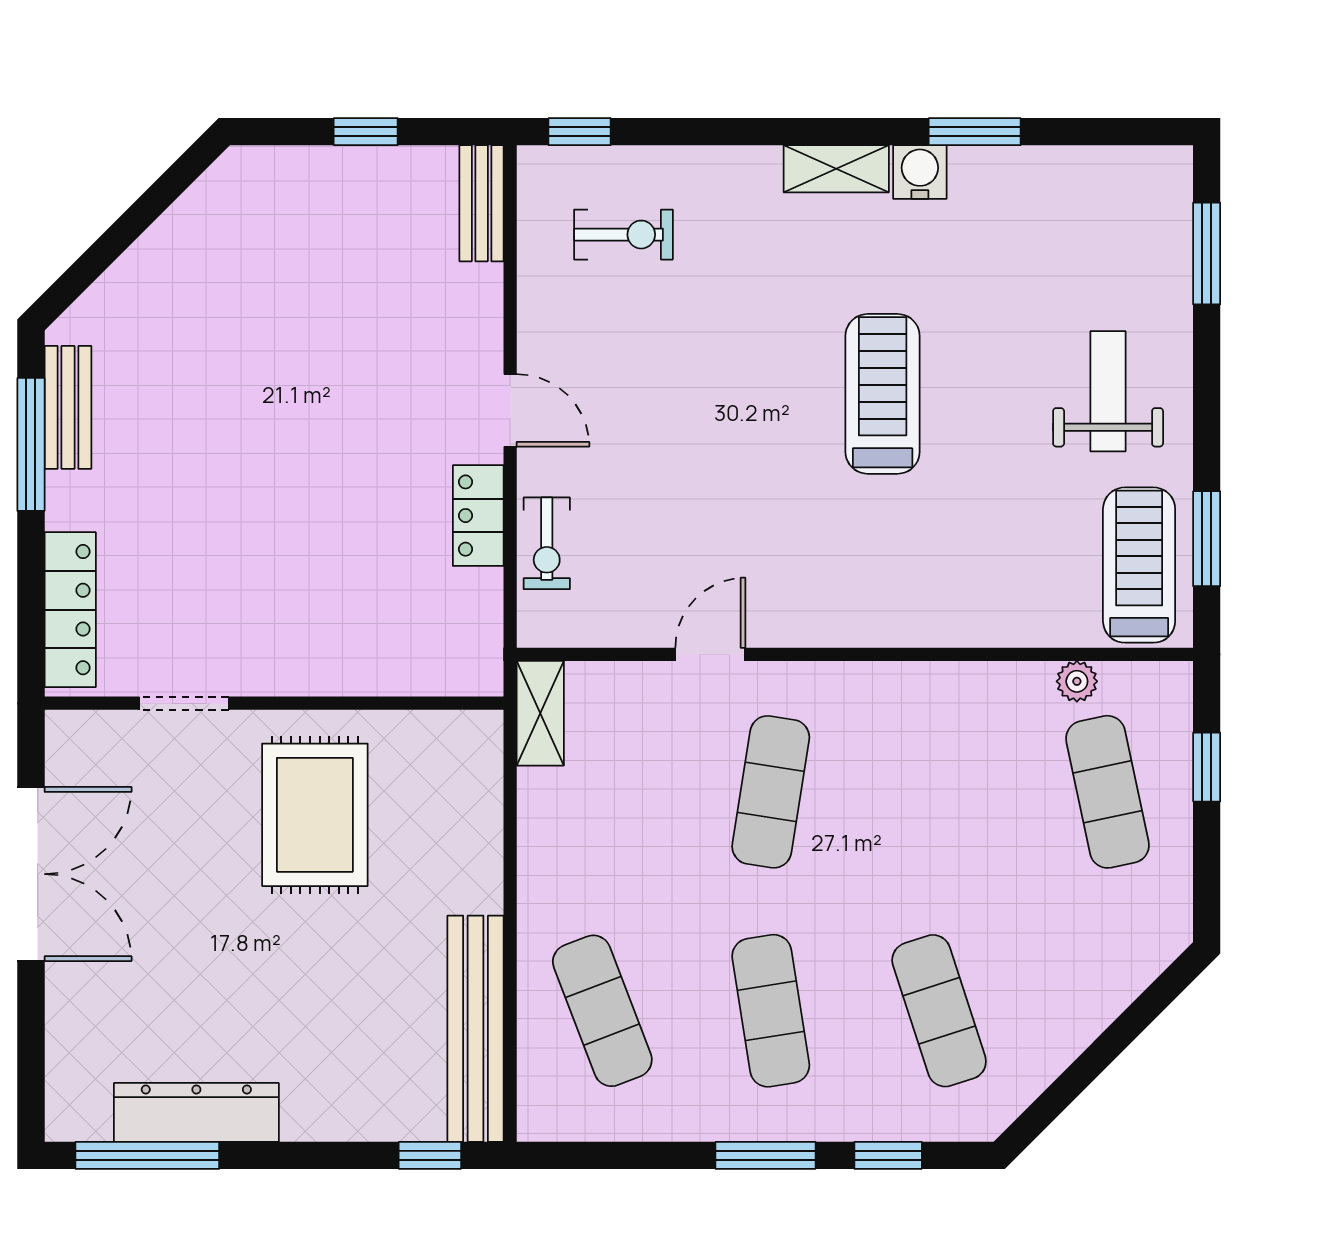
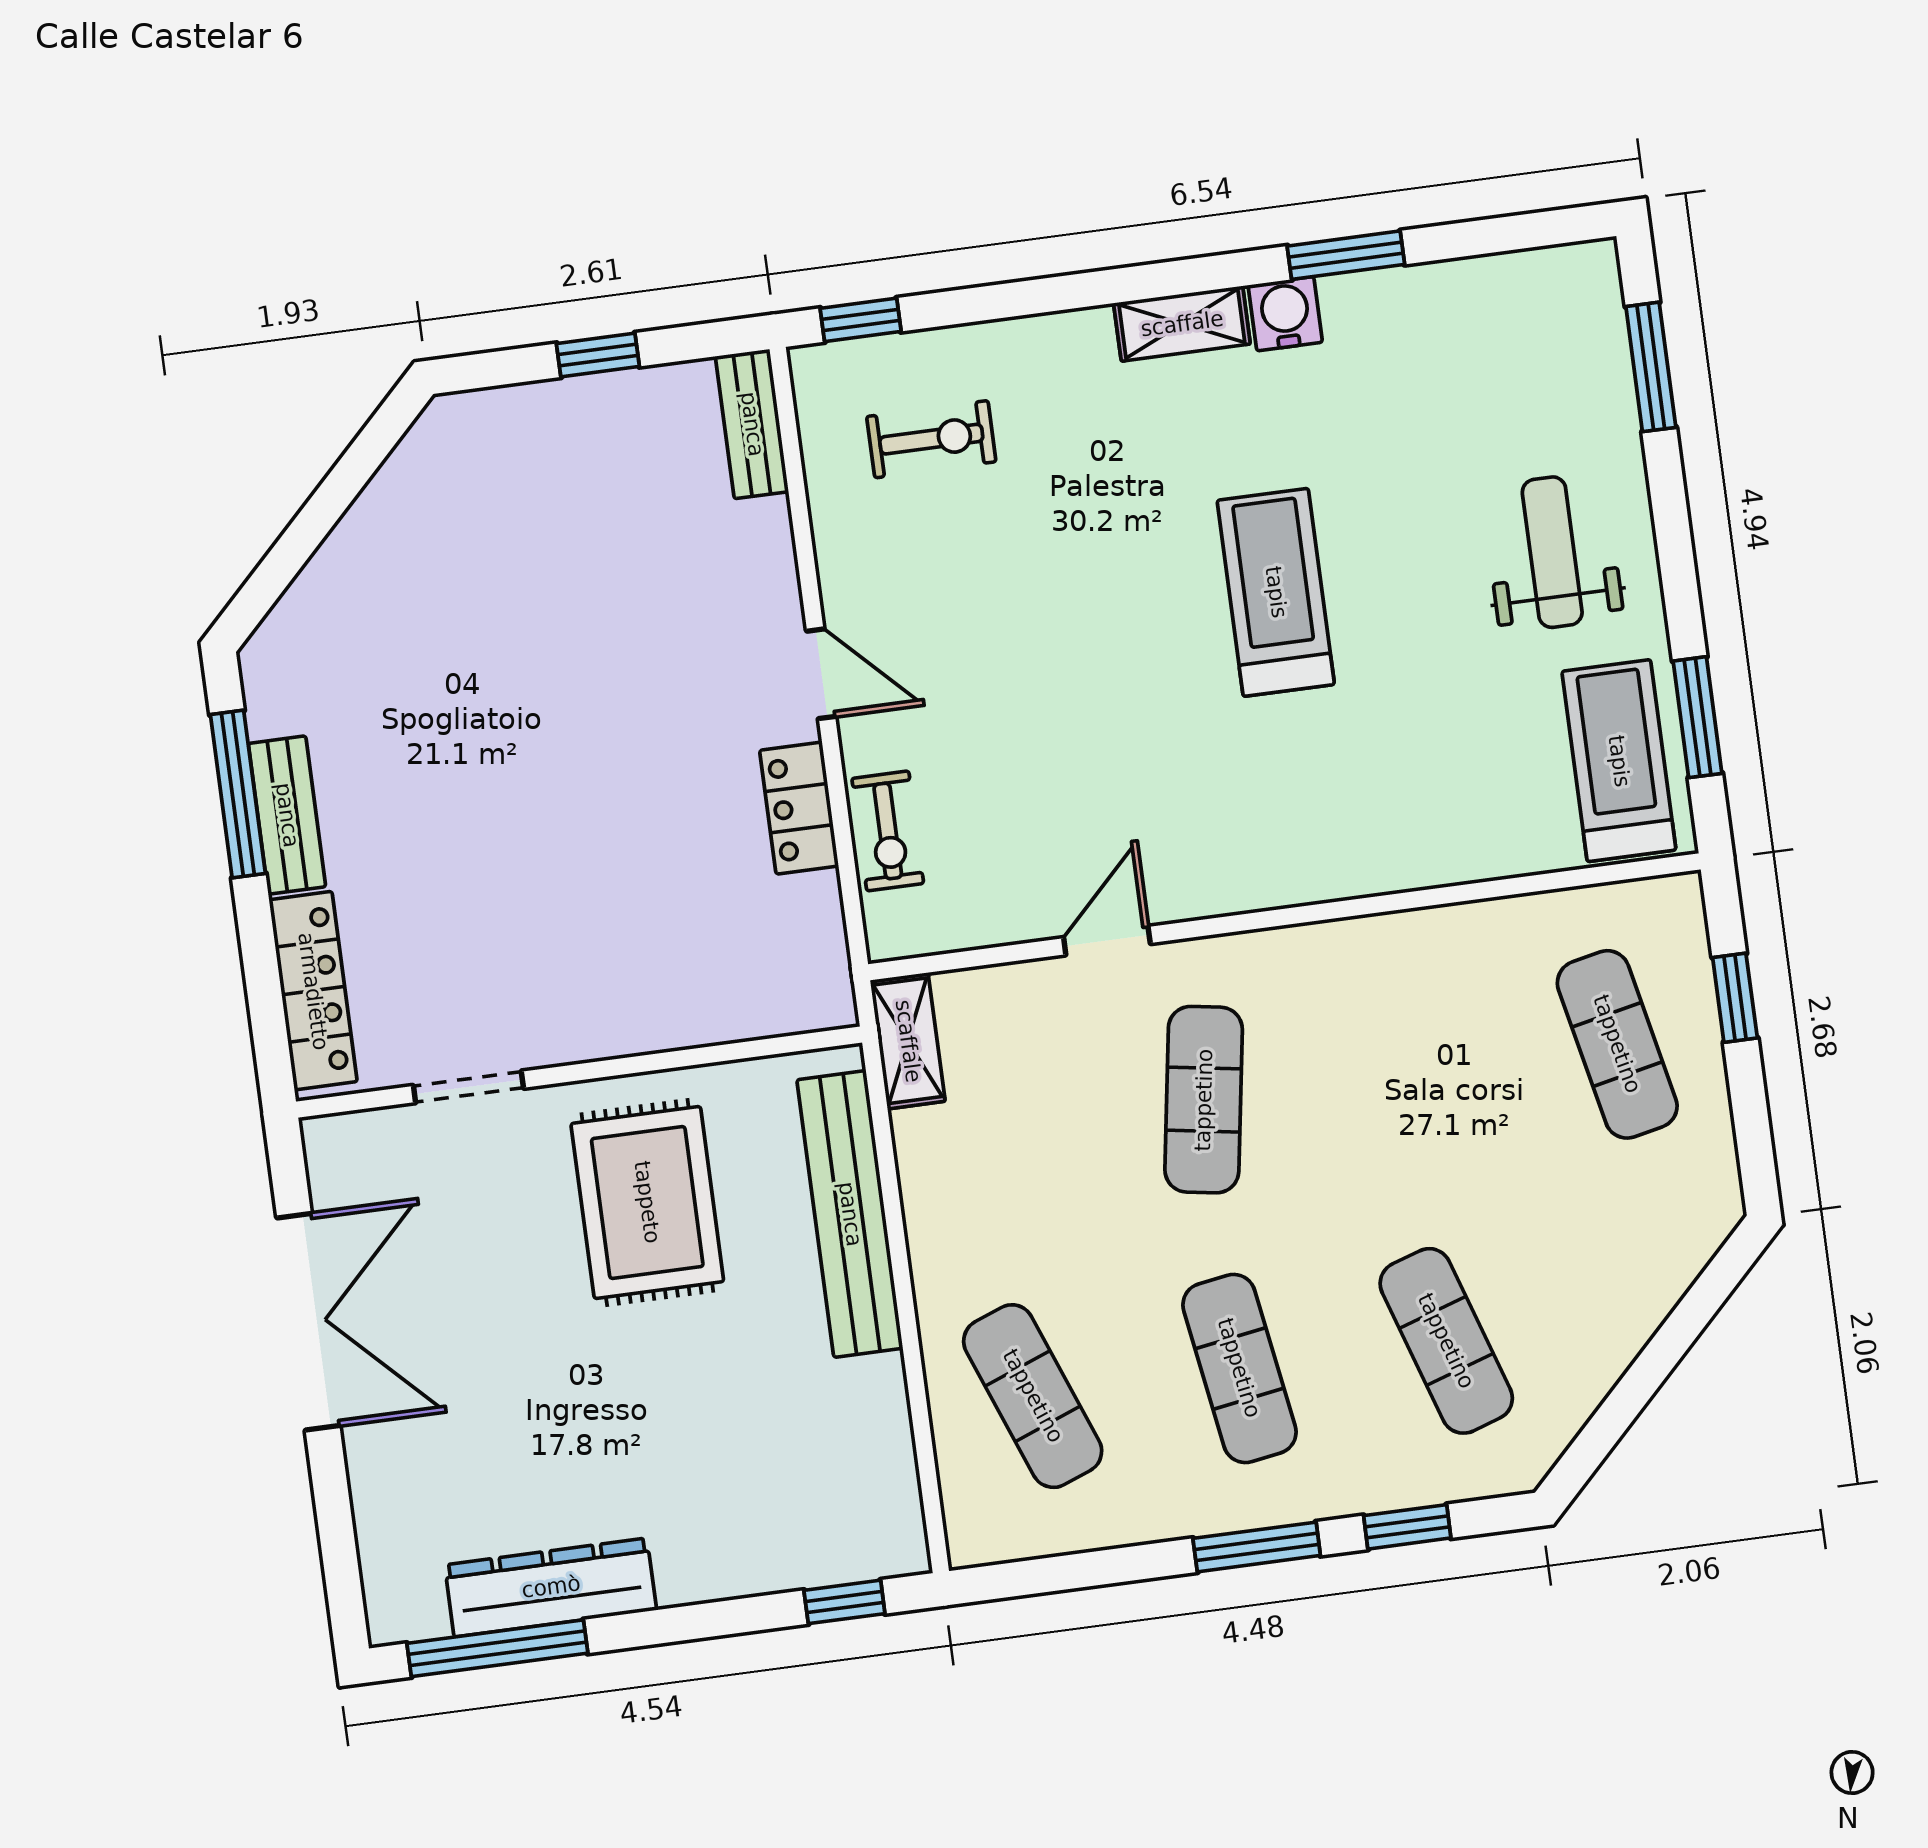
bench: (68, 407) -> (287, 815), moved
plant: (1077, 681) -> (1562, 914), removed
bench: (476, 1029) -> (850, 1214), moved

